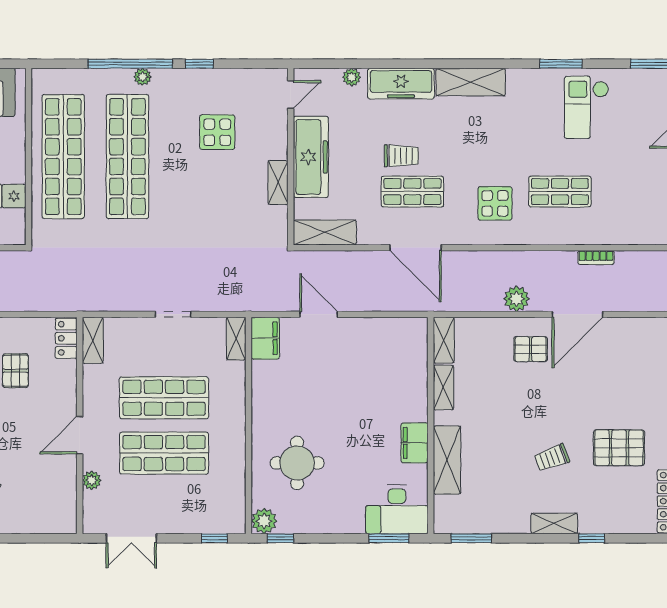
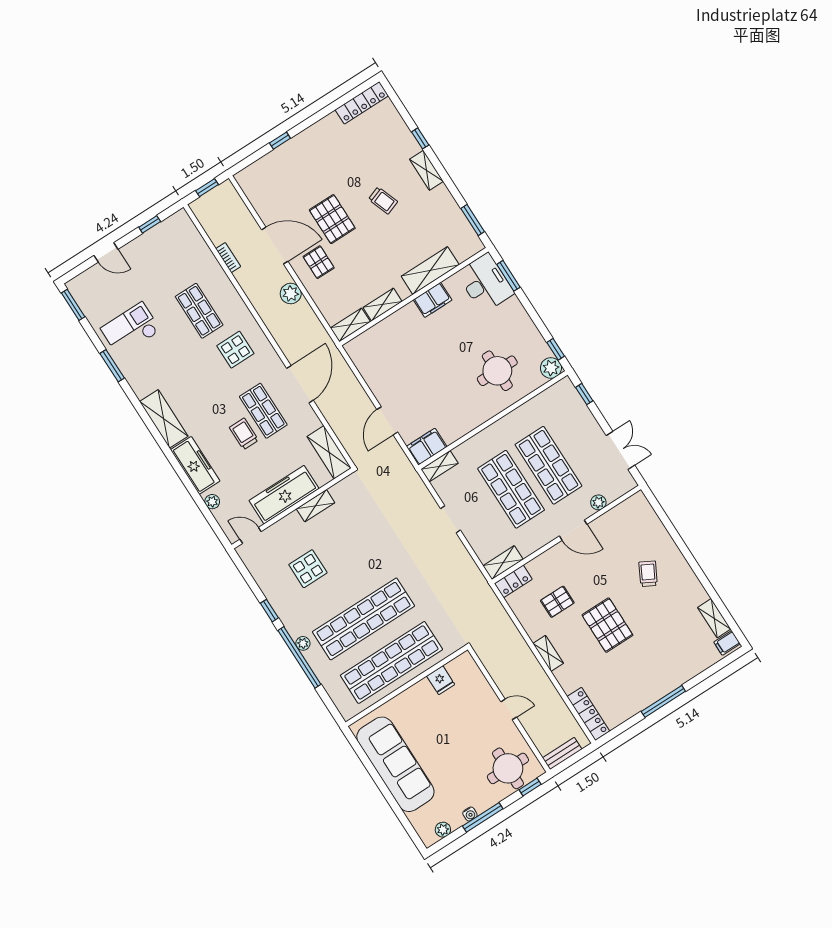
checkout: (587, 107) -> (131, 329), turned 180
pallet: (619, 448) -> (332, 219), moved

